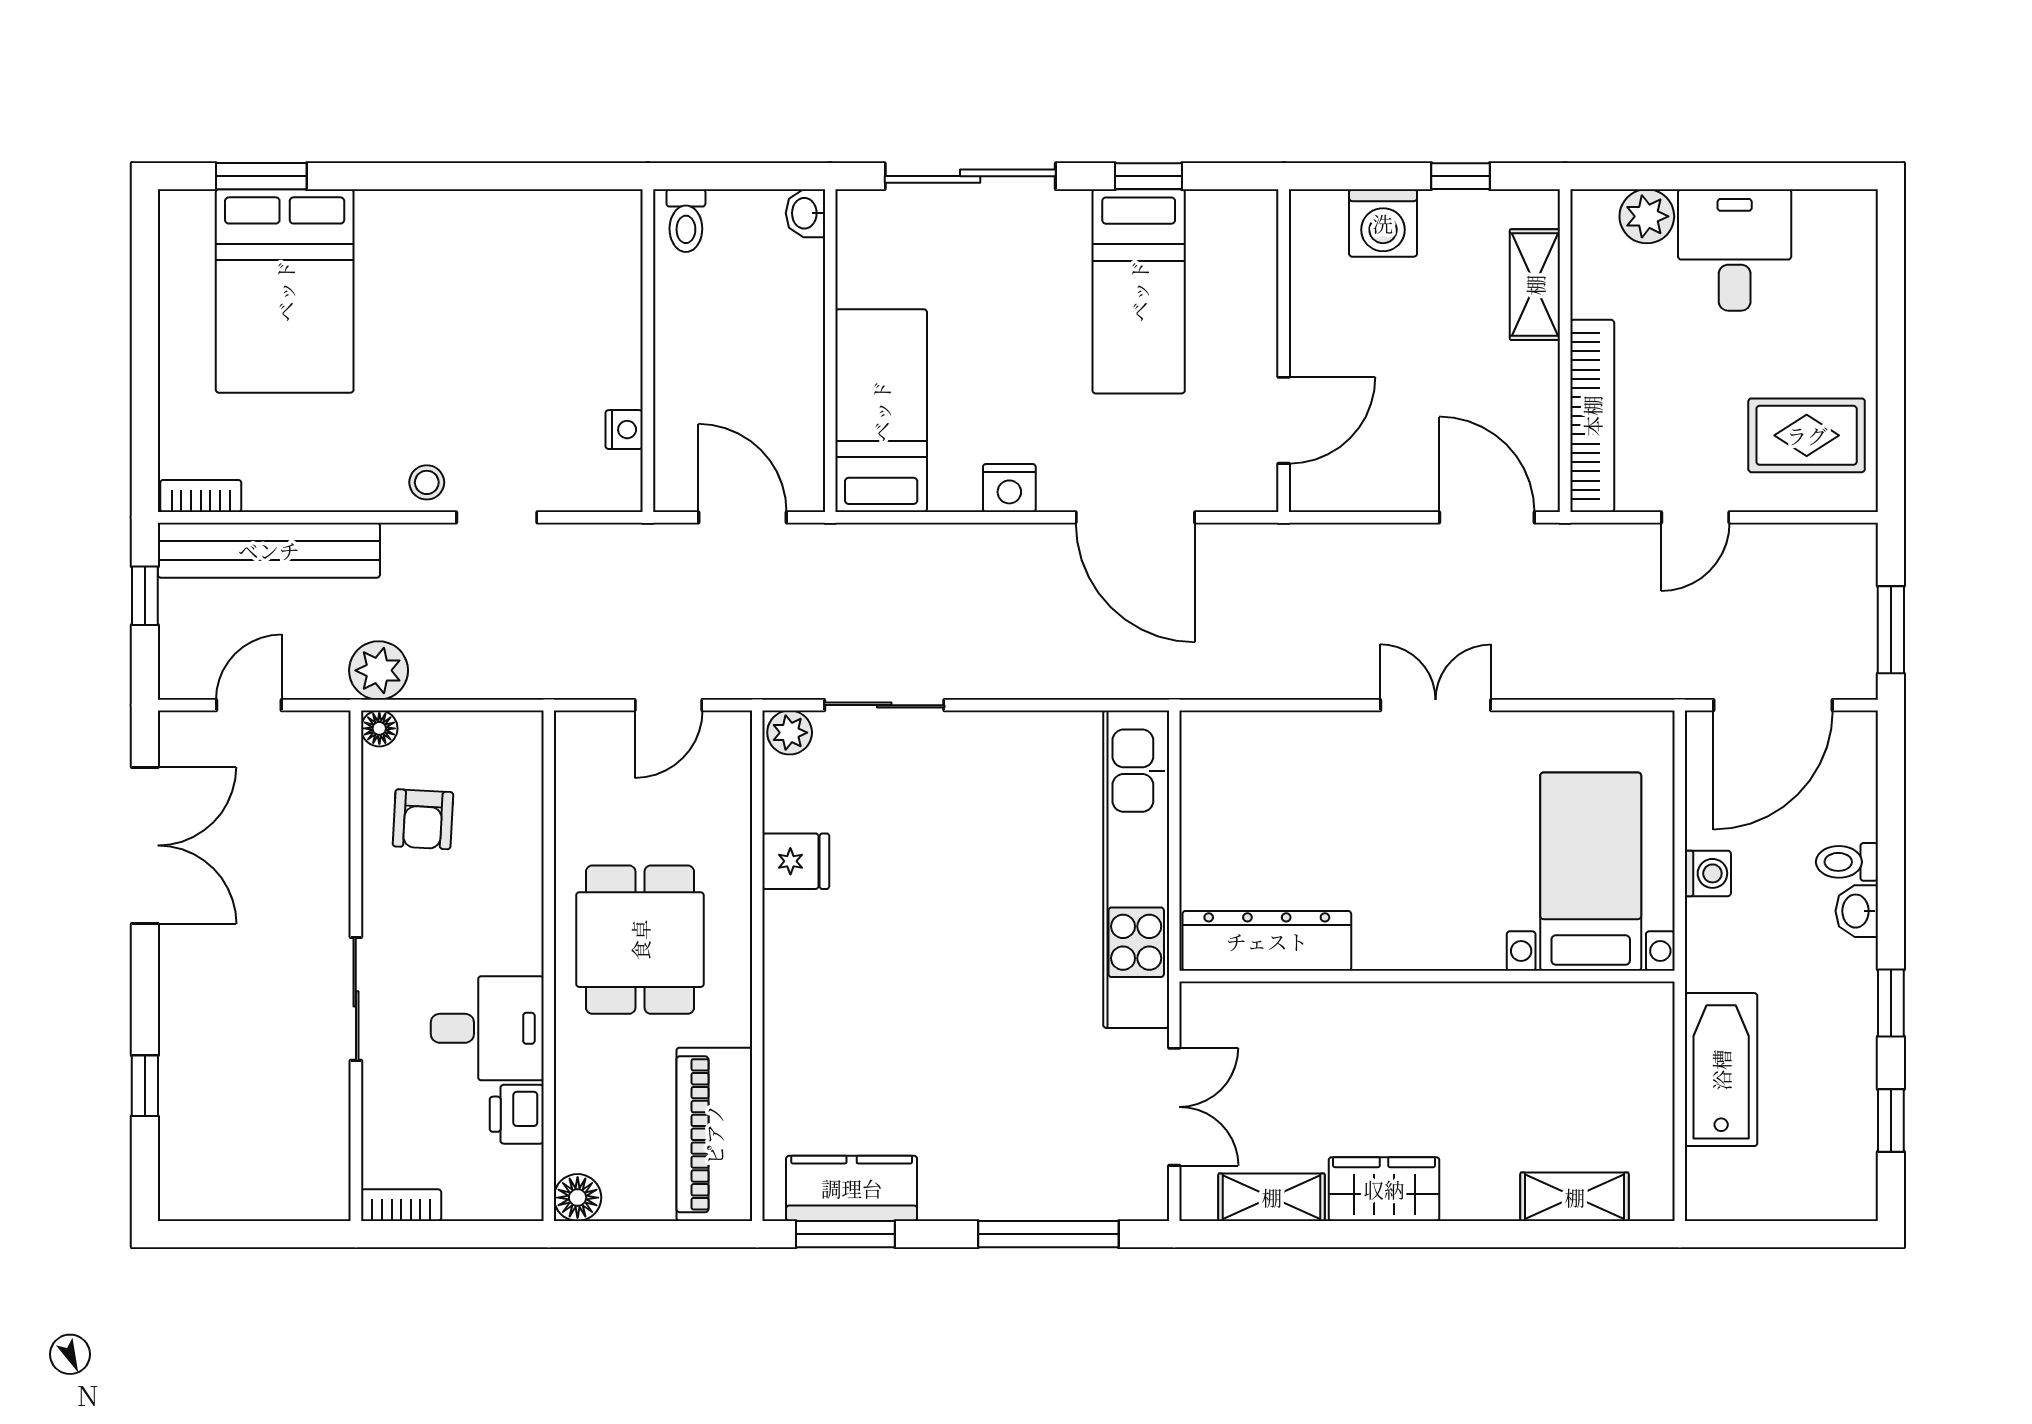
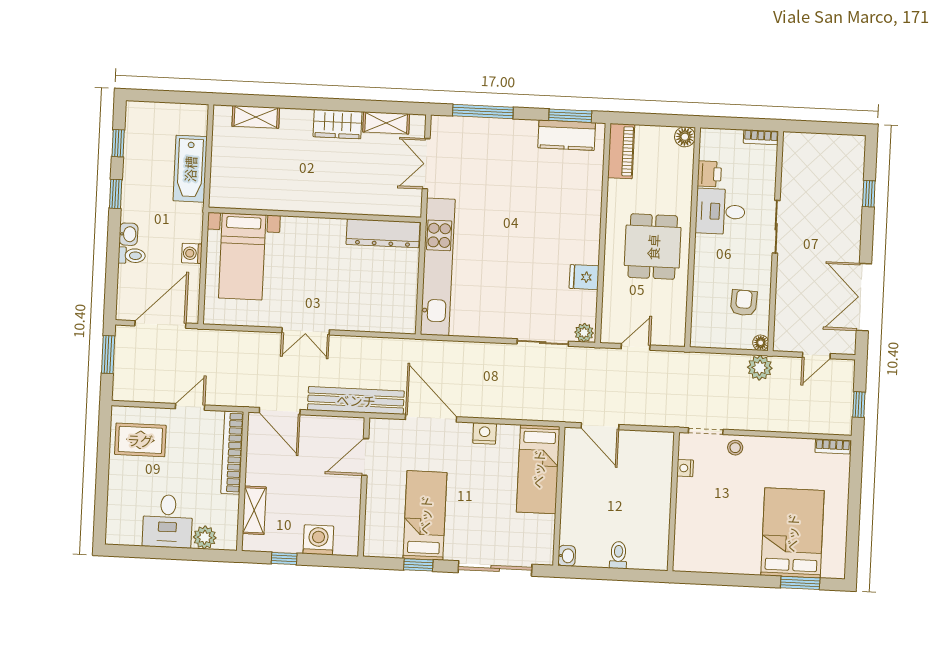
wall: (648, 351) -> (673, 502), moved
nightstand: (624, 430) -> (685, 468), moved
bench: (269, 550) -> (356, 400), moved
piano: (714, 1134) -> (621, 151), width x0.73, depth x0.75

